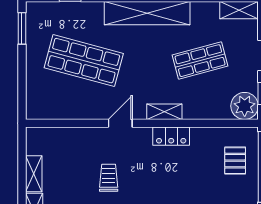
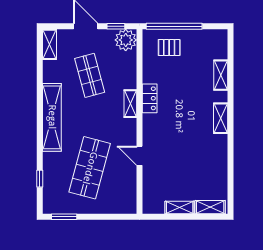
door: (120, 123) -> (139, 156), moved
trolley: (109, 178) -> (183, 148), removed

